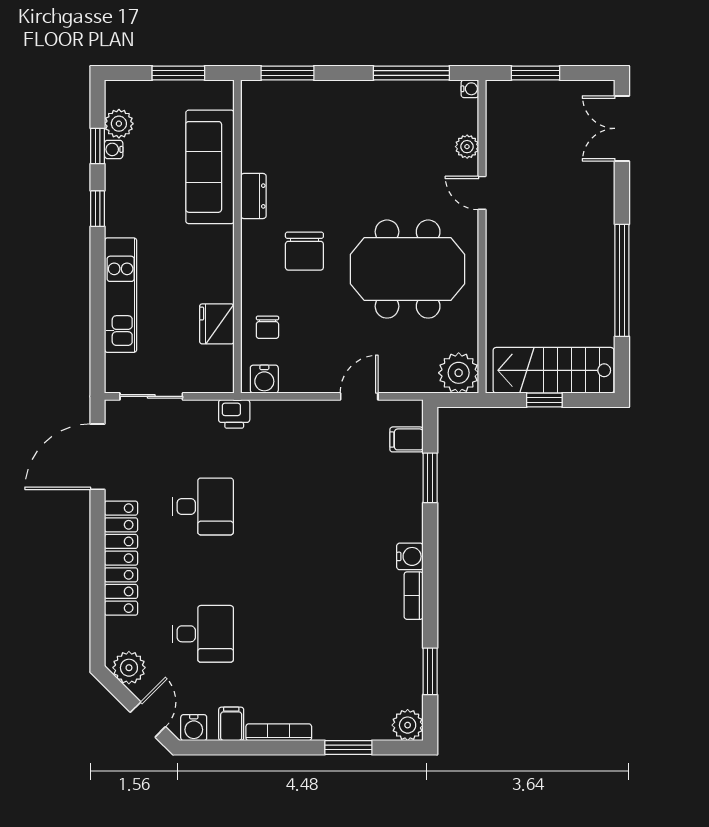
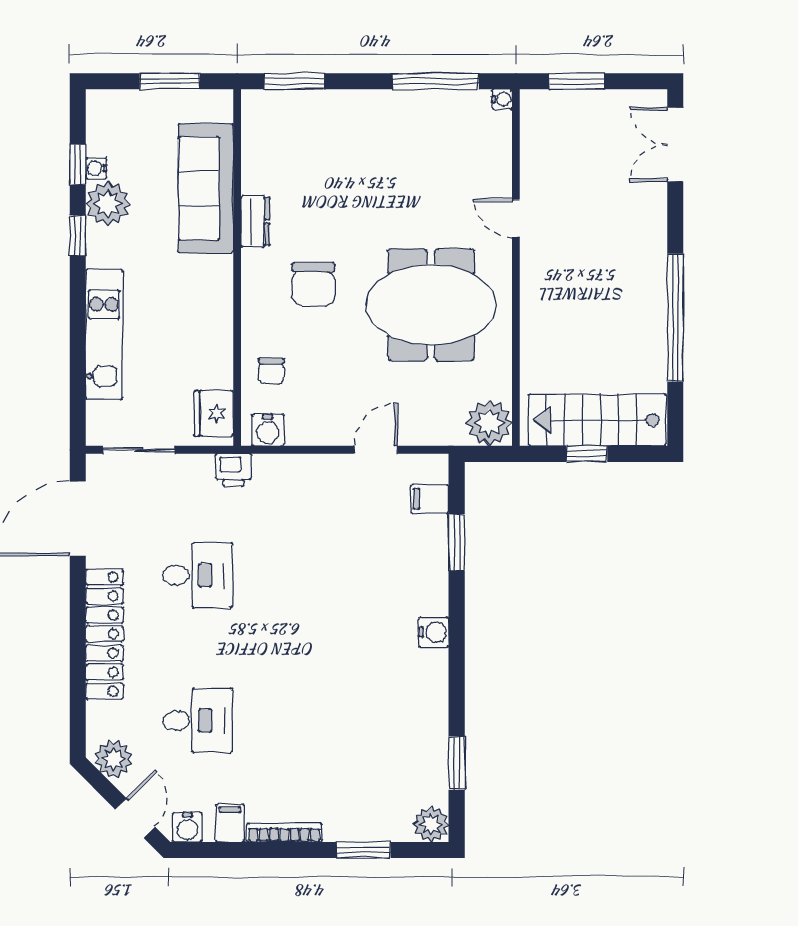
plant: (119, 124) -> (108, 204), moved, width x1.36, depth x1.36
plant: (467, 147) -> (499, 165), removed
fridge: (217, 324) -> (214, 413), moved
bookcase: (414, 596) -> (438, 677), removed

